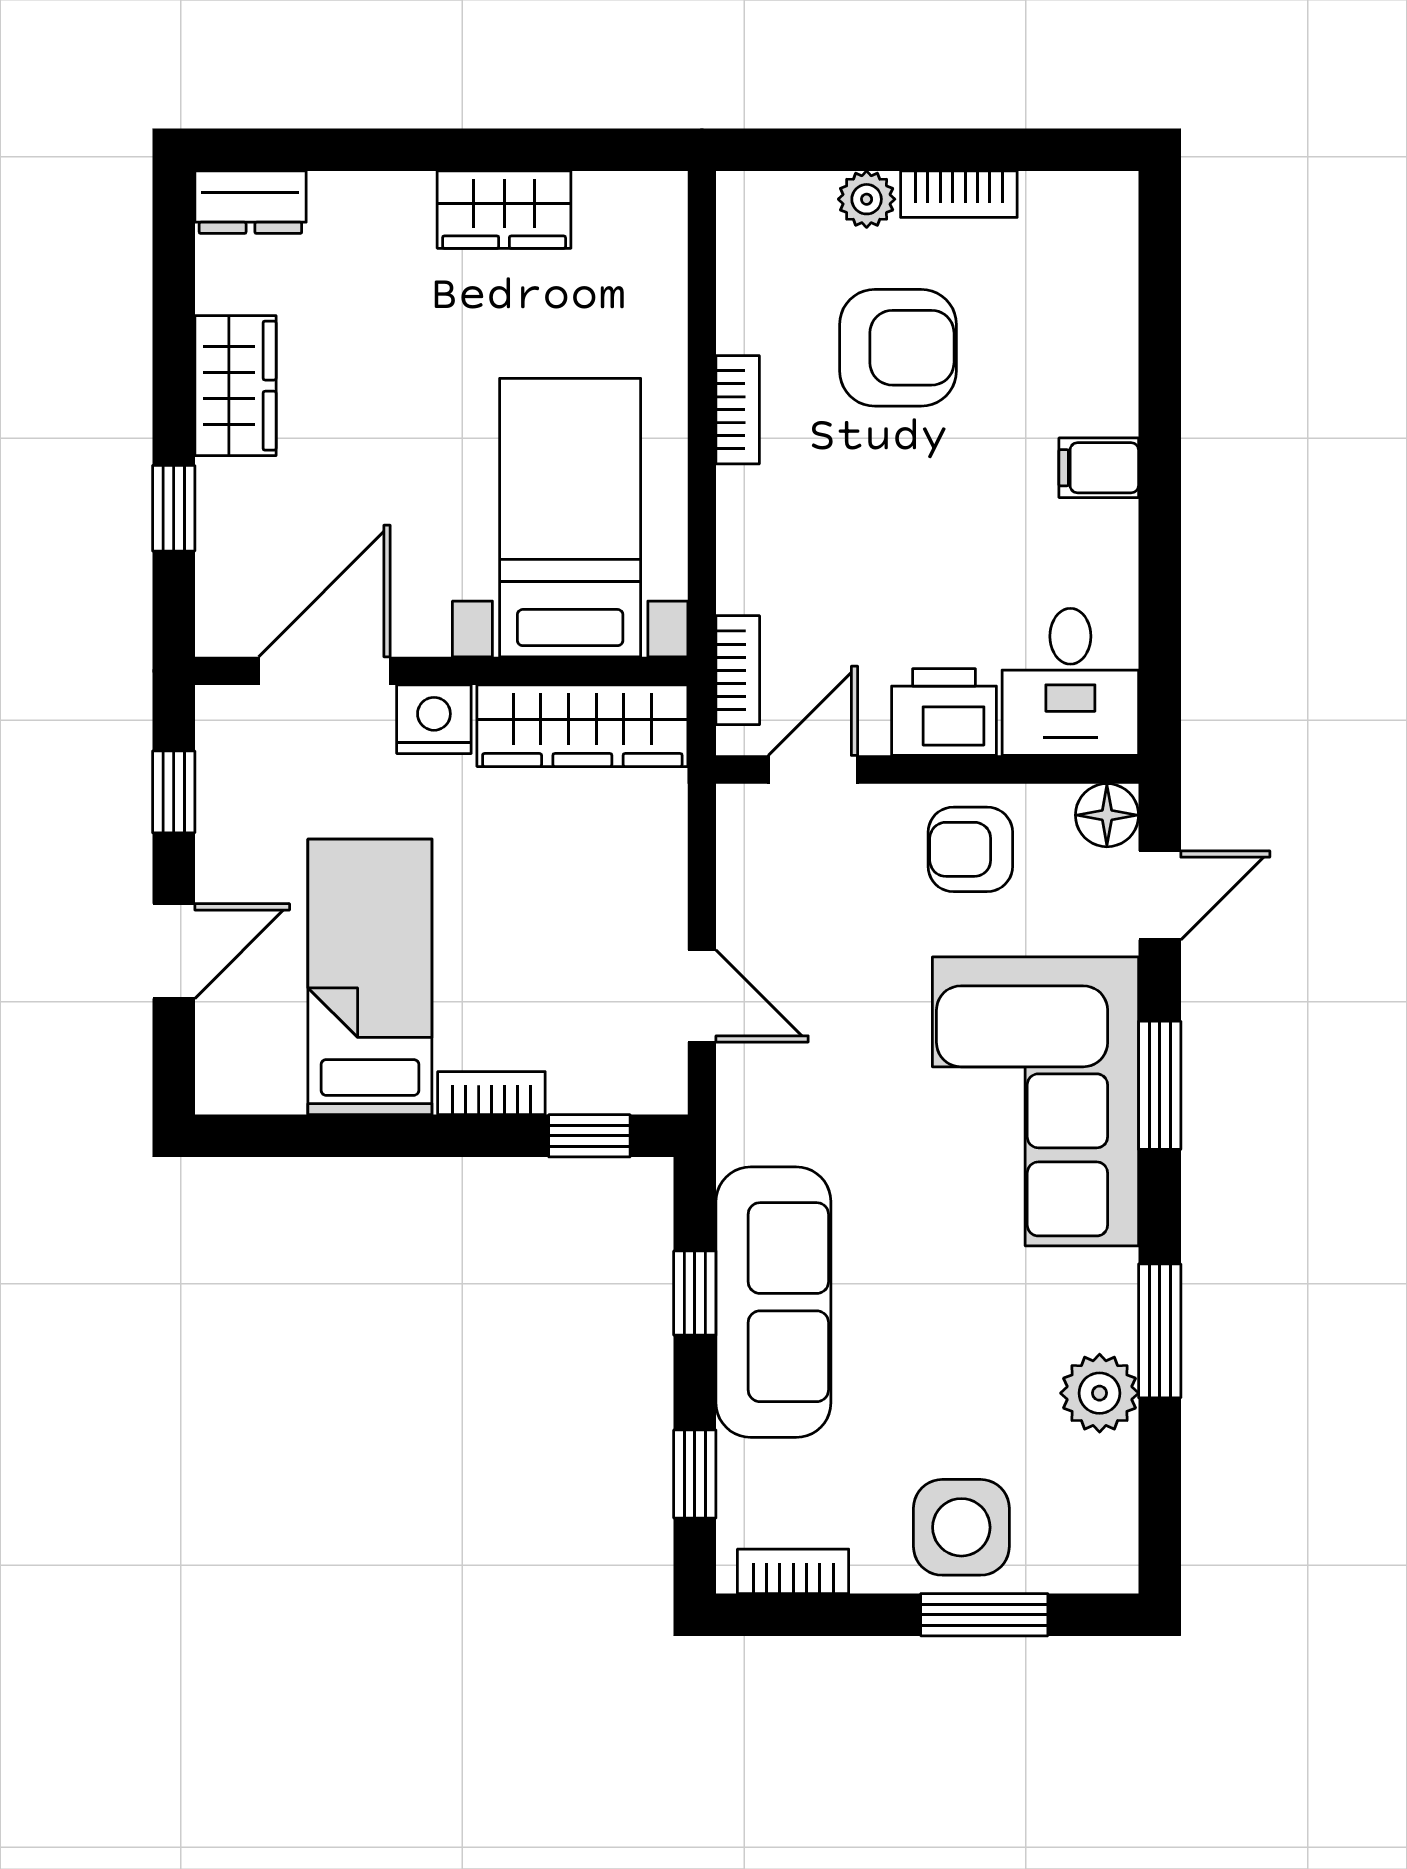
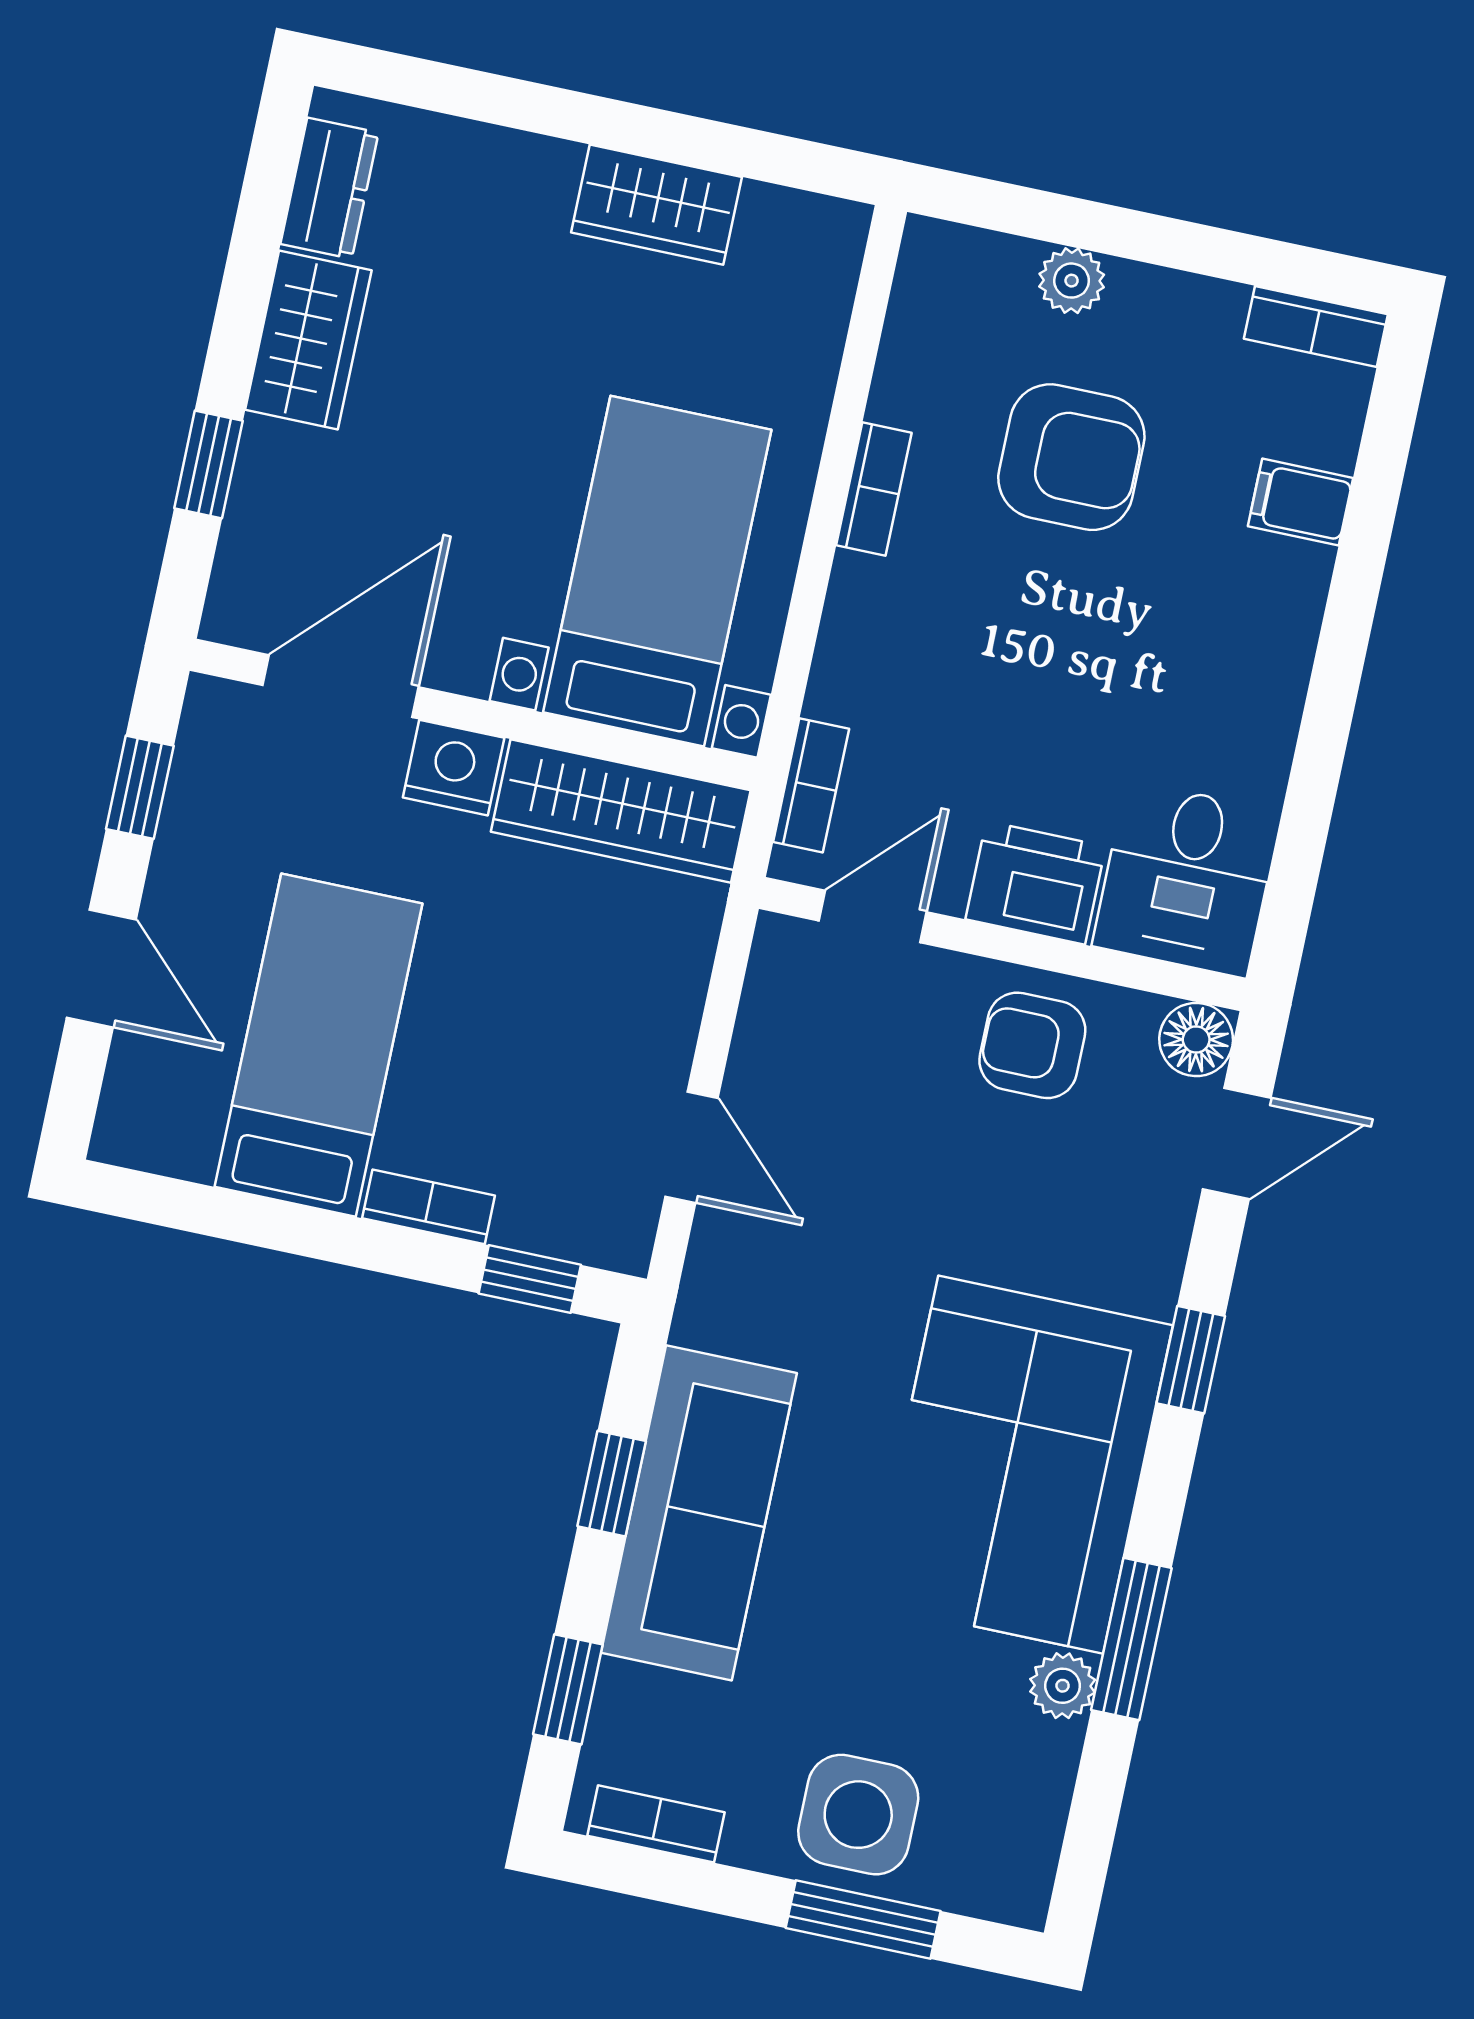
bookcase: (959, 194) -> (1316, 326), moved
dresser: (250, 202) -> (330, 188), moved, turned -90
filing cabinet: (1099, 468) -> (1301, 502), moved
door: (174, 951) -> (101, 969), hinge flipped
window: (1160, 1085) -> (1191, 1360), width x0.67
corner sofa: (1035, 1101) -> (1021, 1465), moved
plant: (1100, 1393) -> (1063, 1686), width x0.73, depth x0.73

